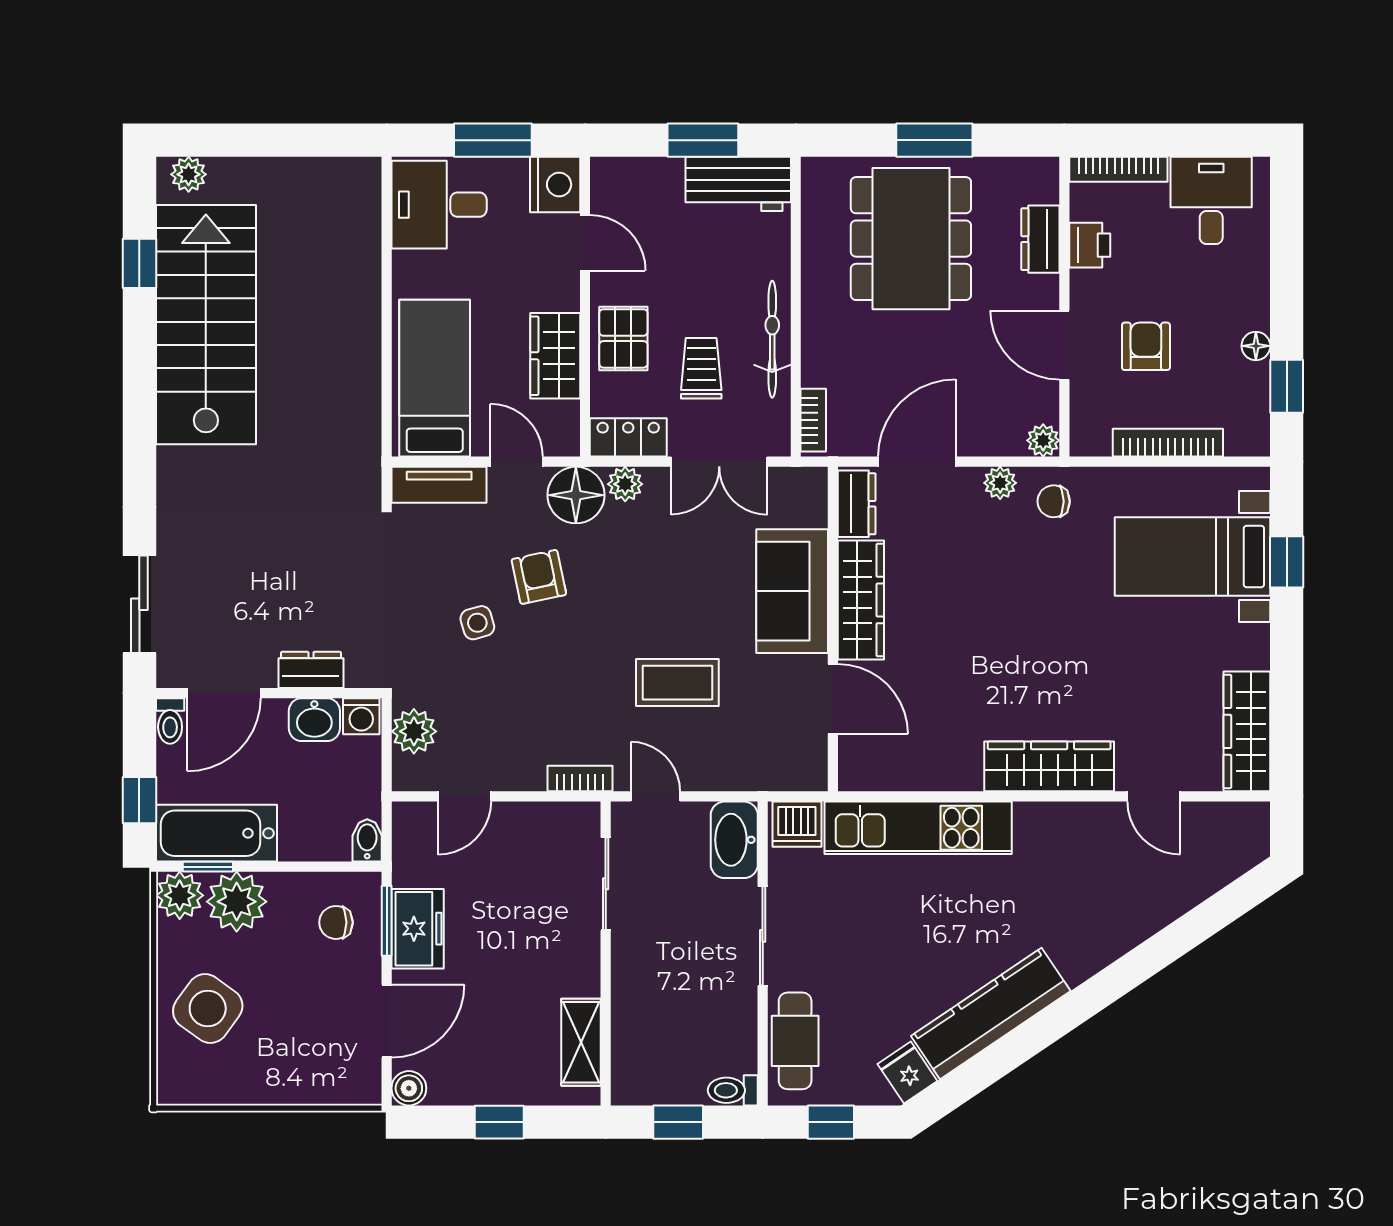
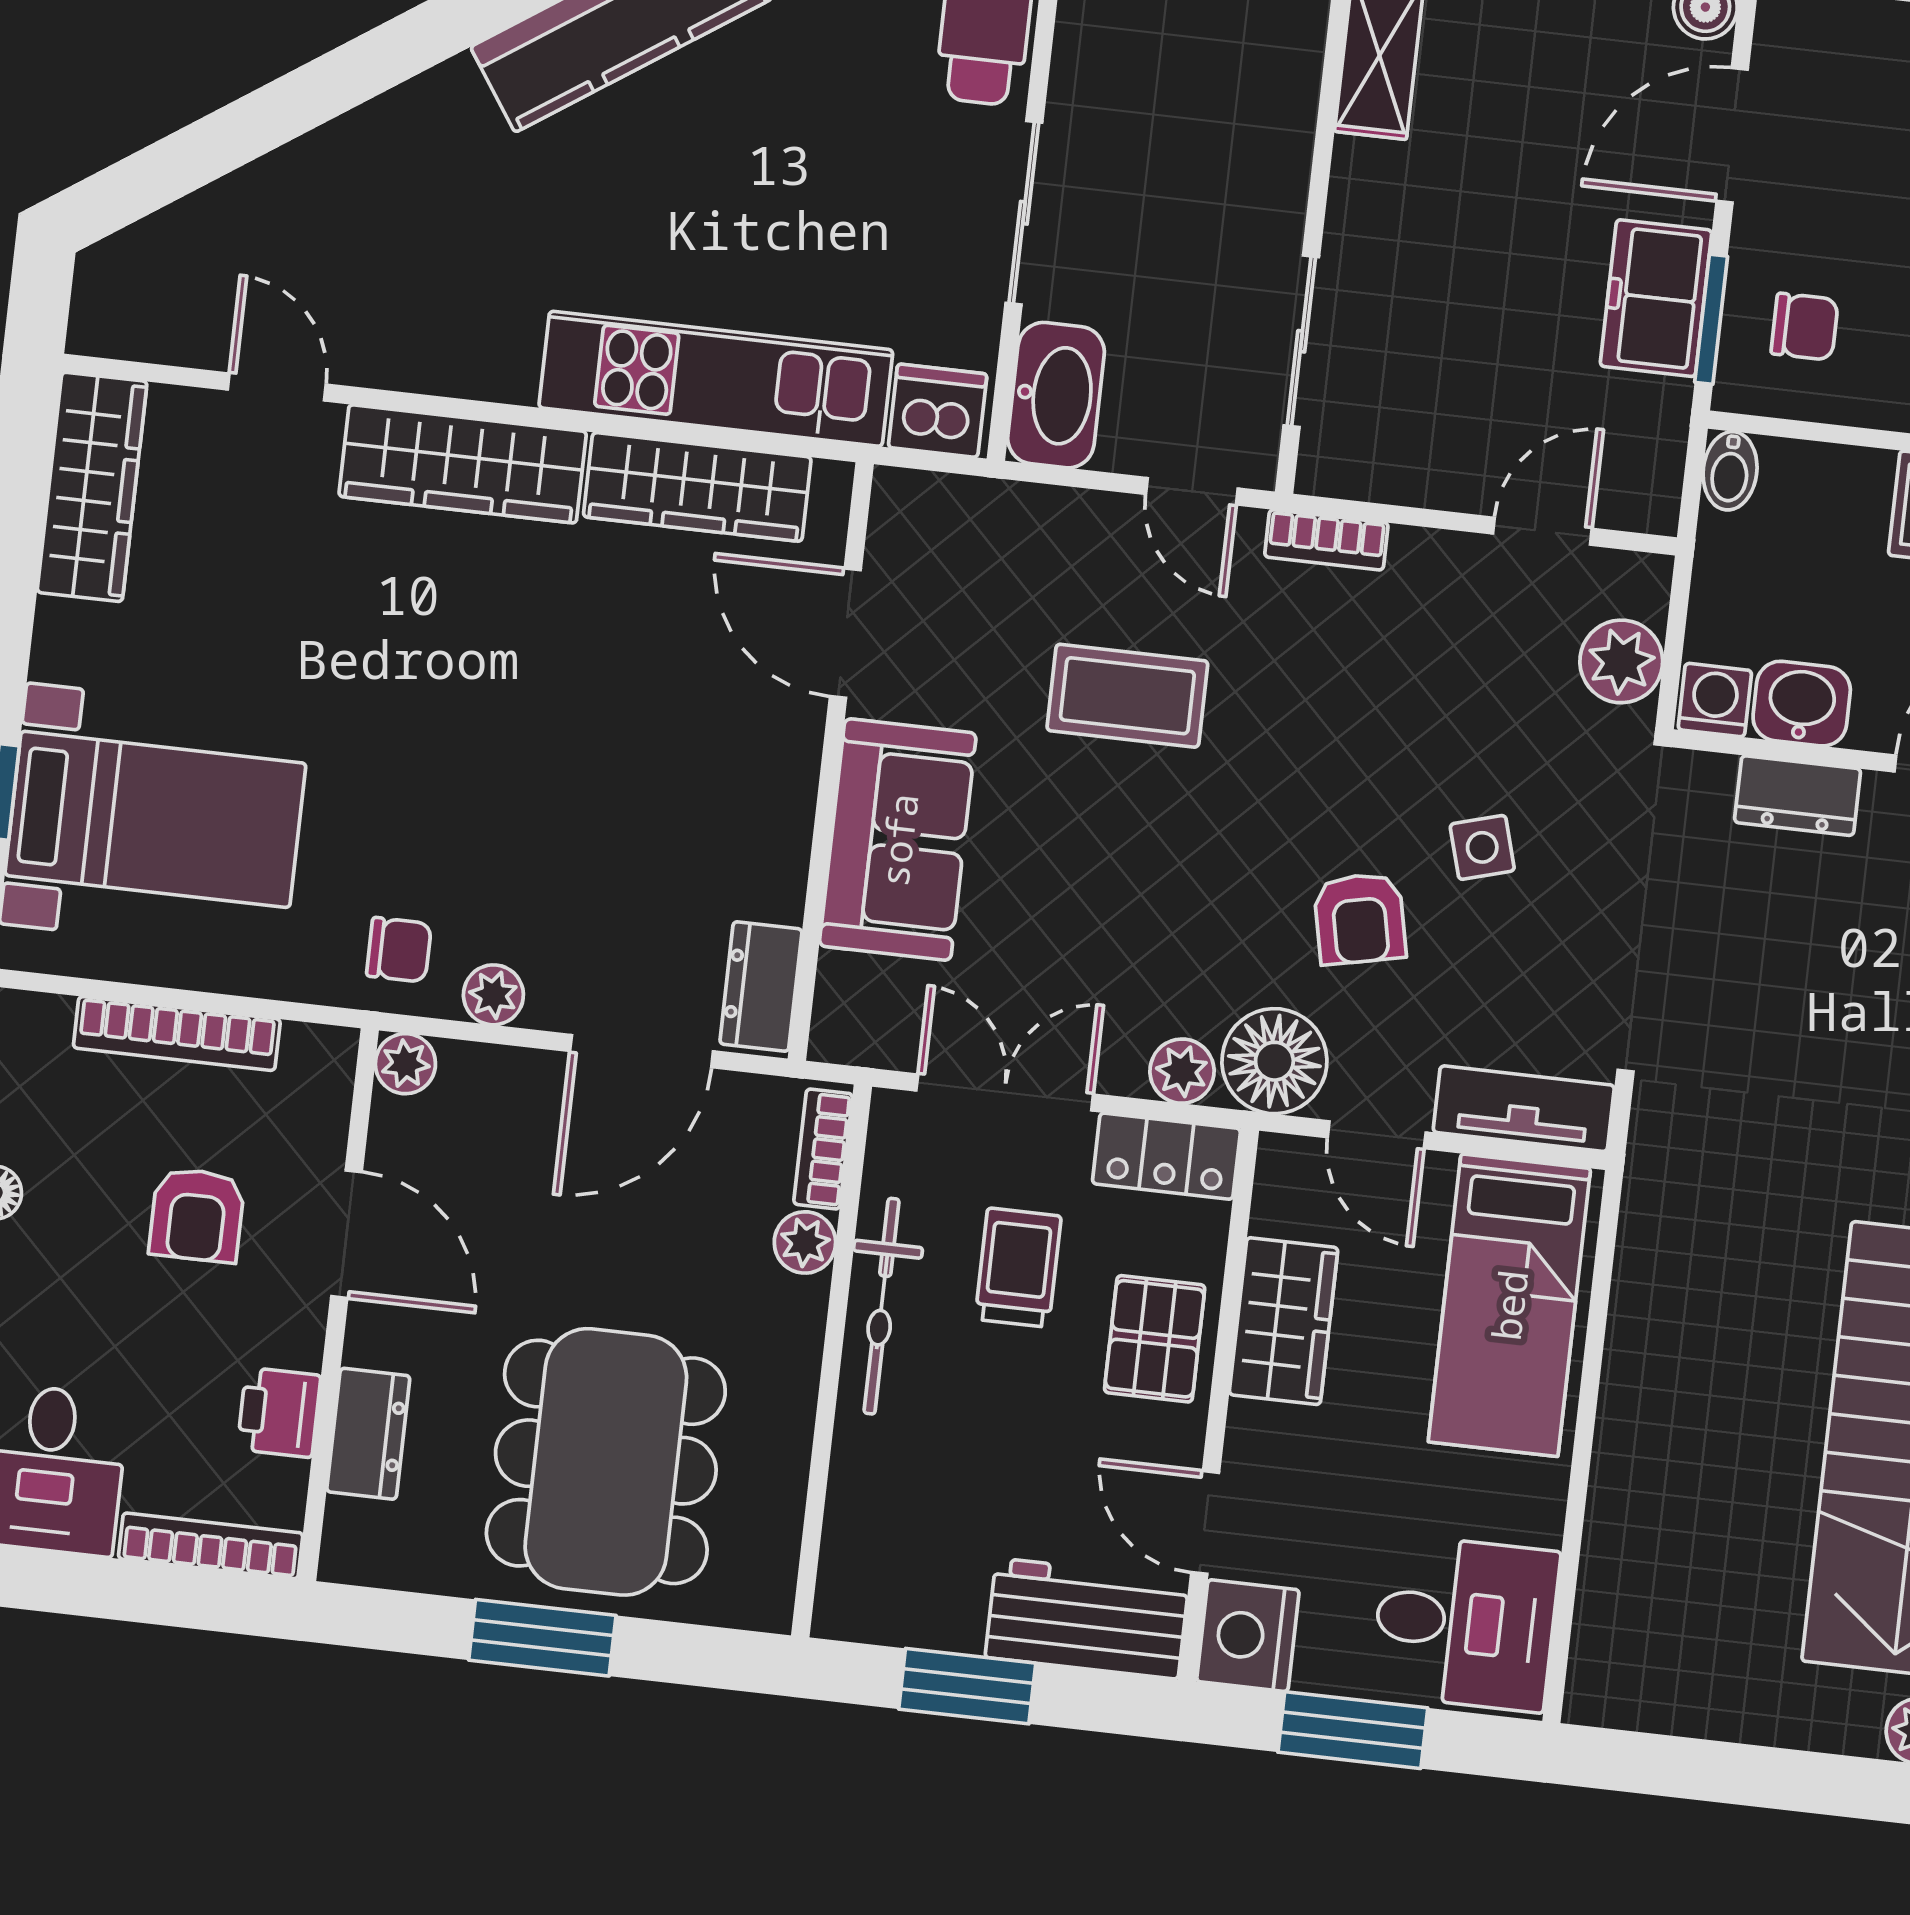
workbench: (738, 184) -> (1087, 1618), moved
trolley: (701, 368) -> (1018, 1268), turned 180
plant: (817, 369) -> (805, 1242), added
wardrobe: (861, 600) -> (697, 487), moved, turned -90

